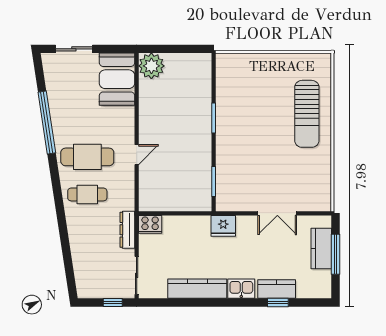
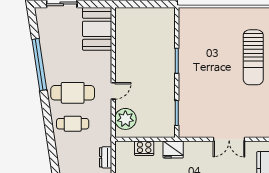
plant: (151, 66) -> (125, 119), moved
cooker: (150, 224) -> (144, 148), moved
fridge: (223, 226) -> (173, 150), moved
dresser: (127, 230) -> (106, 157), width x0.70

